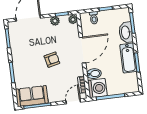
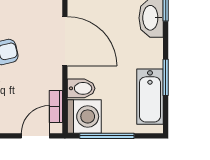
door: (82, 50) -> (65, 41), hinge flipped
bathtub: (128, 58) -> (150, 97), moved

